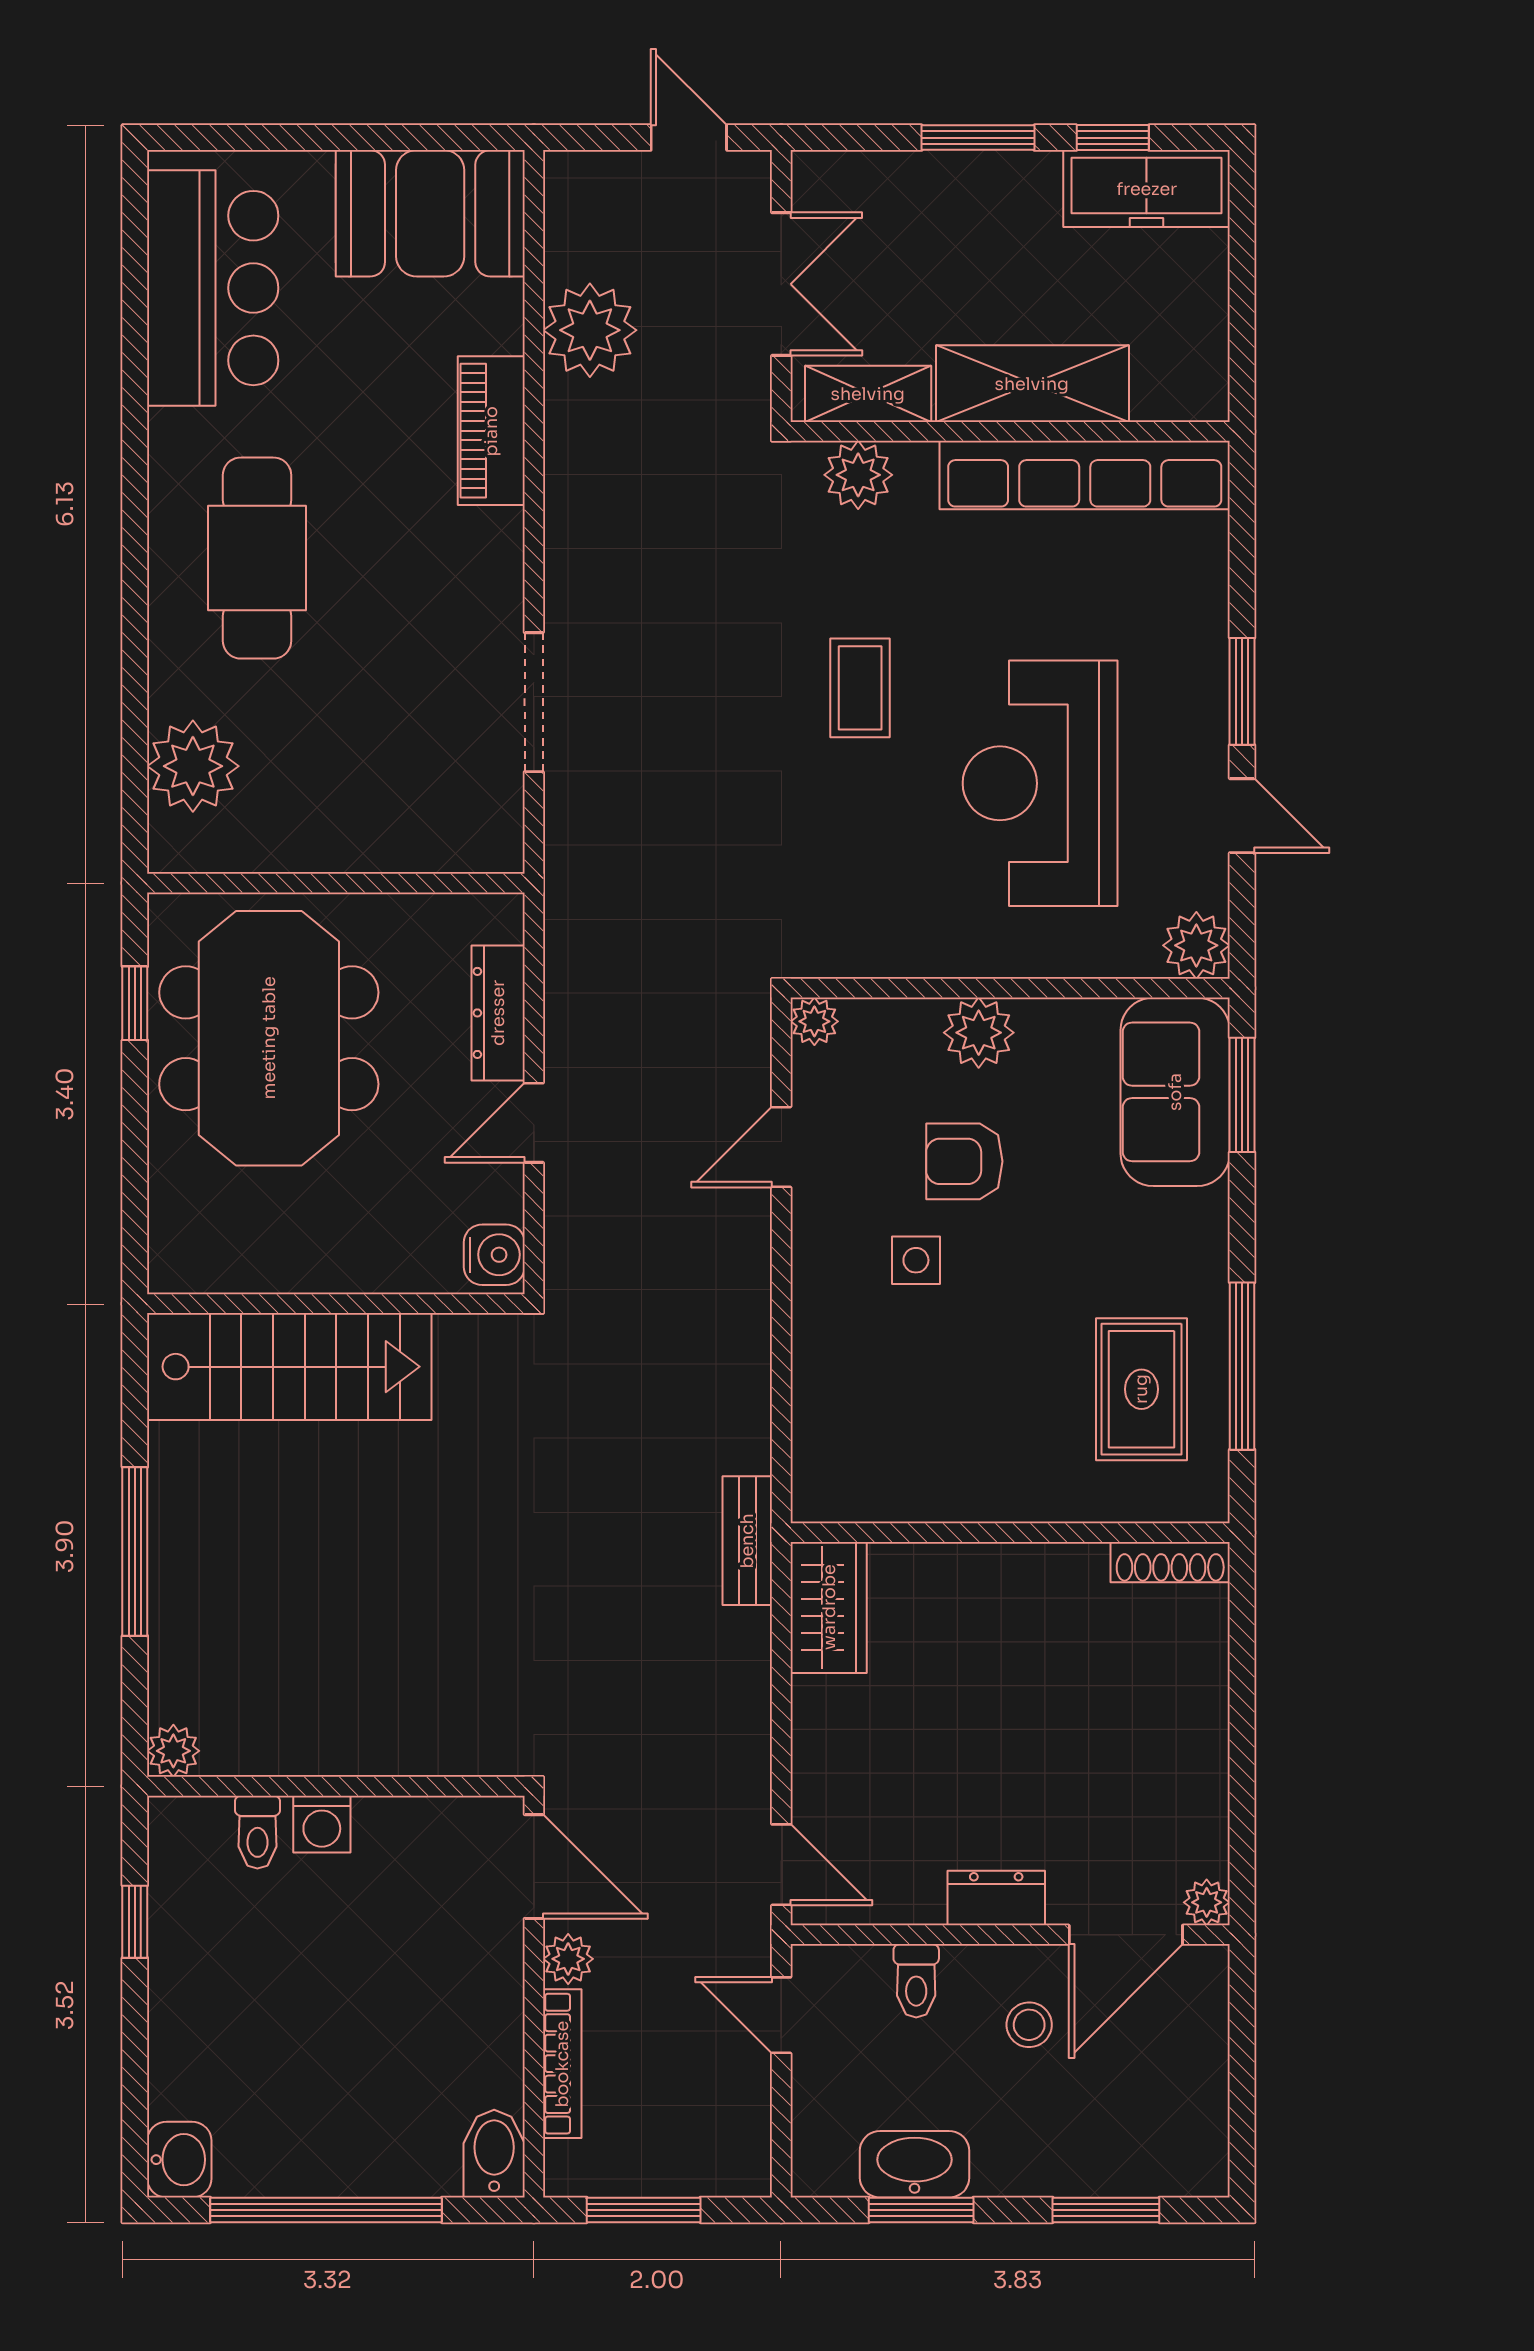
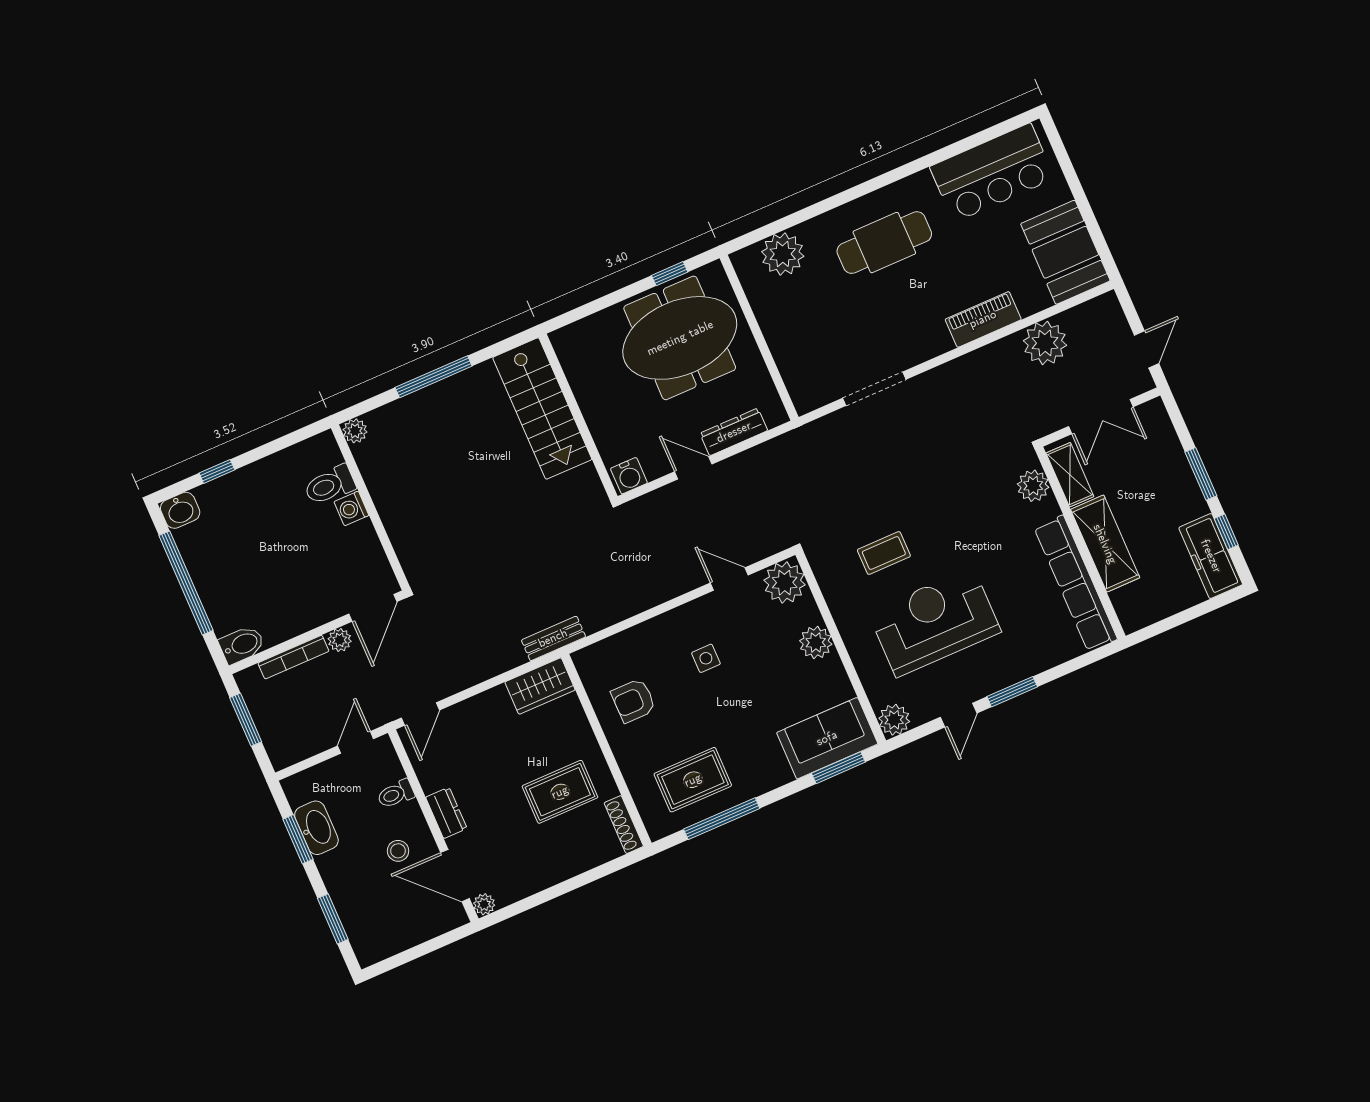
coffee table: (860, 688) -> (884, 553), moved
plant: (814, 1021) -> (785, 583), width x1.88, depth x1.88
armchair: (964, 1161) -> (633, 701), moved, turned -90
rug: (1052, 1659) -> (560, 792), added
toilet: (257, 1832) -> (330, 485), width x1.37, depth x1.39
window: (135, 1922) -> (217, 471), moved

